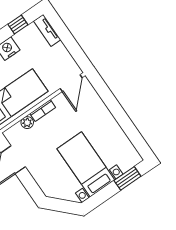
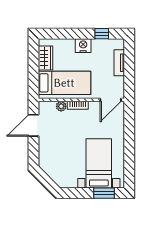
tv unit: (47, 30) -> (119, 63), moved
bed with nightstands: (86, 164) -> (99, 163), moved

